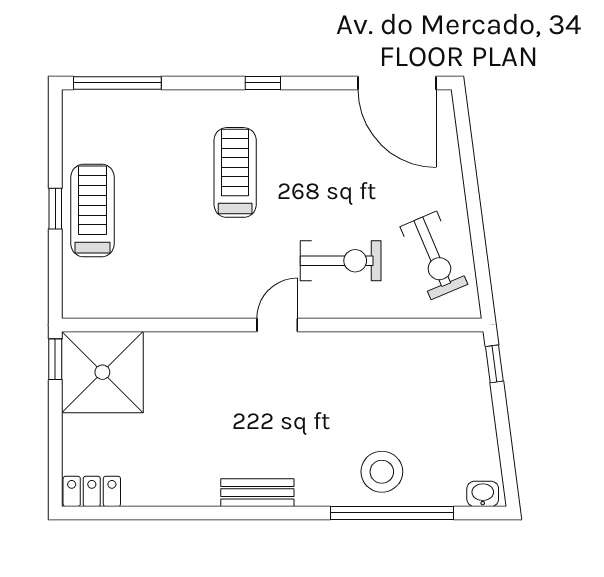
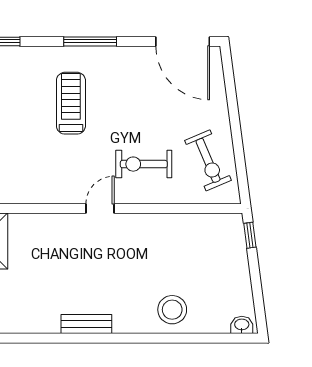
window: (263, 83) -> (90, 41), width x2.17
exercise bike: (341, 261) -> (144, 164), turned 180
window: (392, 513) -> (179, 338), removed

